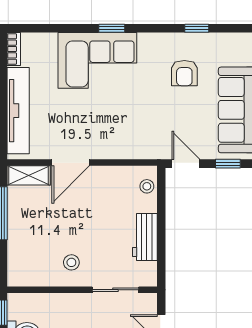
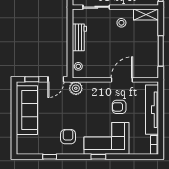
armchair: (184, 73) -> (68, 137), moved
armchair: (75, 115) -> (119, 107), added
plant: (151, 148) -> (76, 88), added
door: (186, 164) -> (56, 79), hinge flipped
shelving: (29, 175) -> (146, 15), moved

